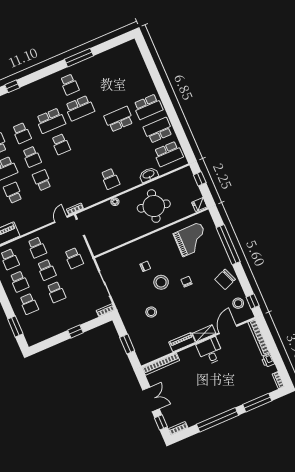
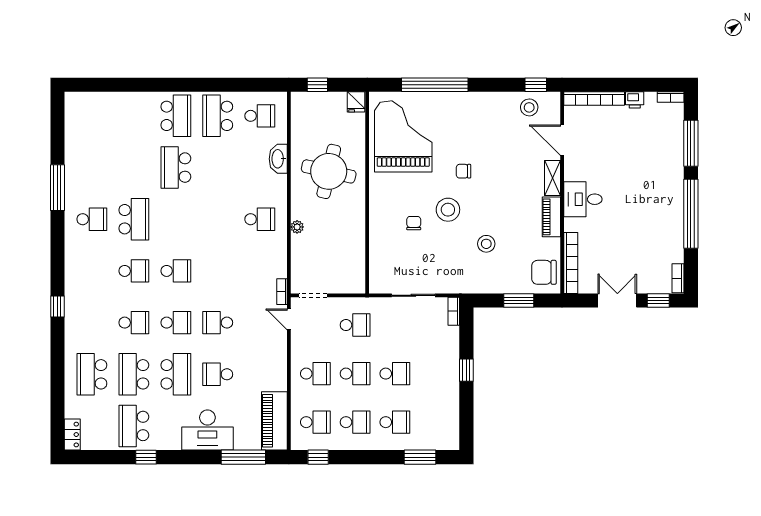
school desk: (51, 121) -> (134, 271), width x0.54
school desk: (168, 154) -> (260, 116), width x0.54
grand piano: (191, 239) -> (403, 136), width x1.37, depth x1.48
chair: (225, 279) -> (544, 272), moved, turned 112
desk: (210, 351) -> (583, 199), moved

